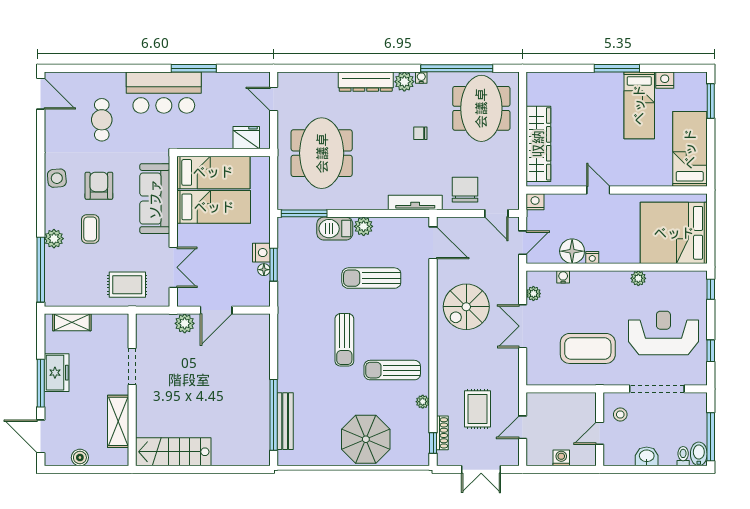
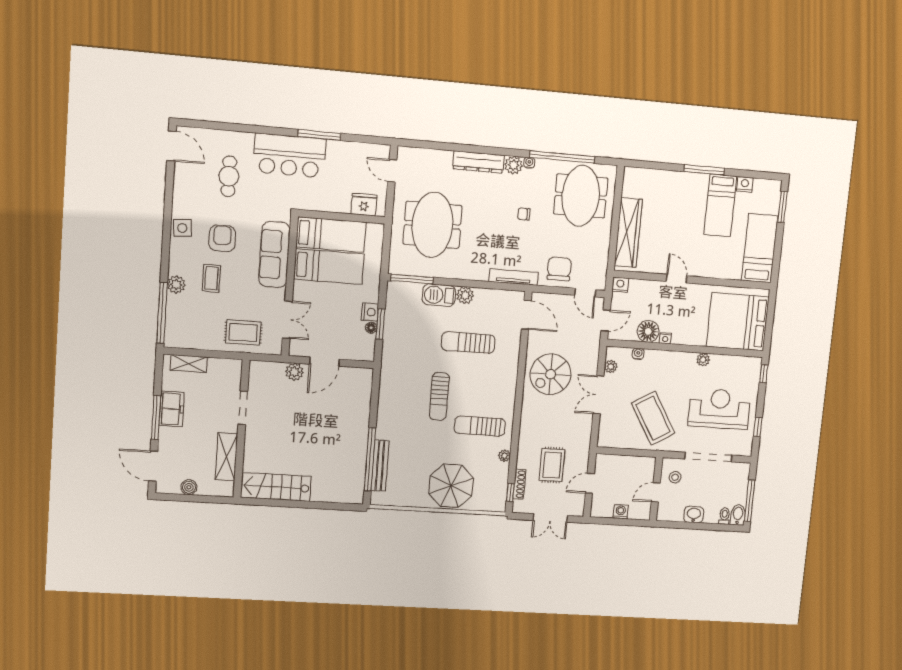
coffee table: (588, 348) -> (653, 418), turned 59

